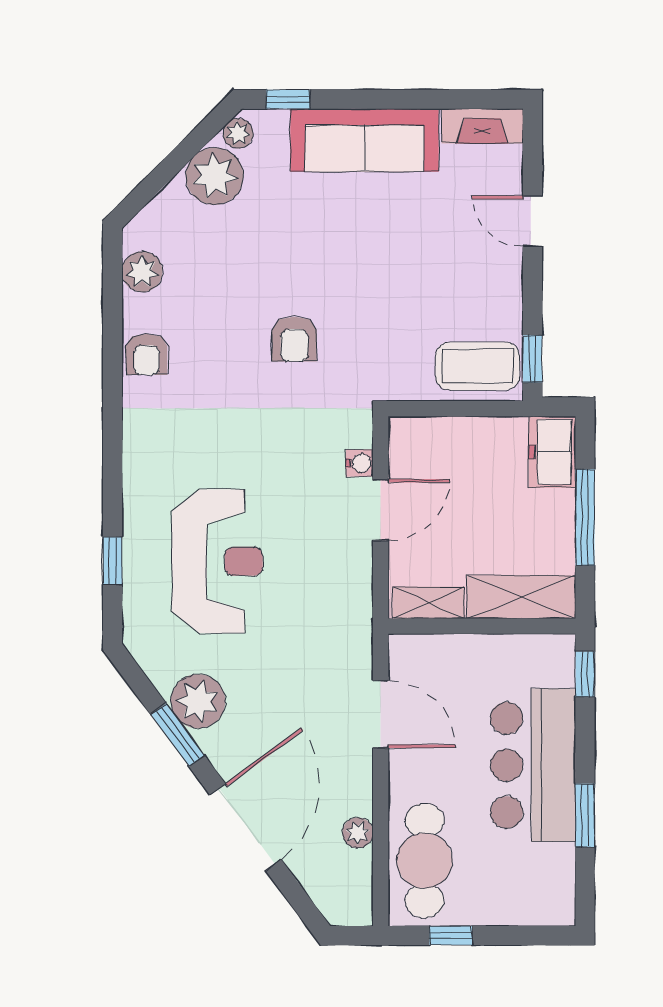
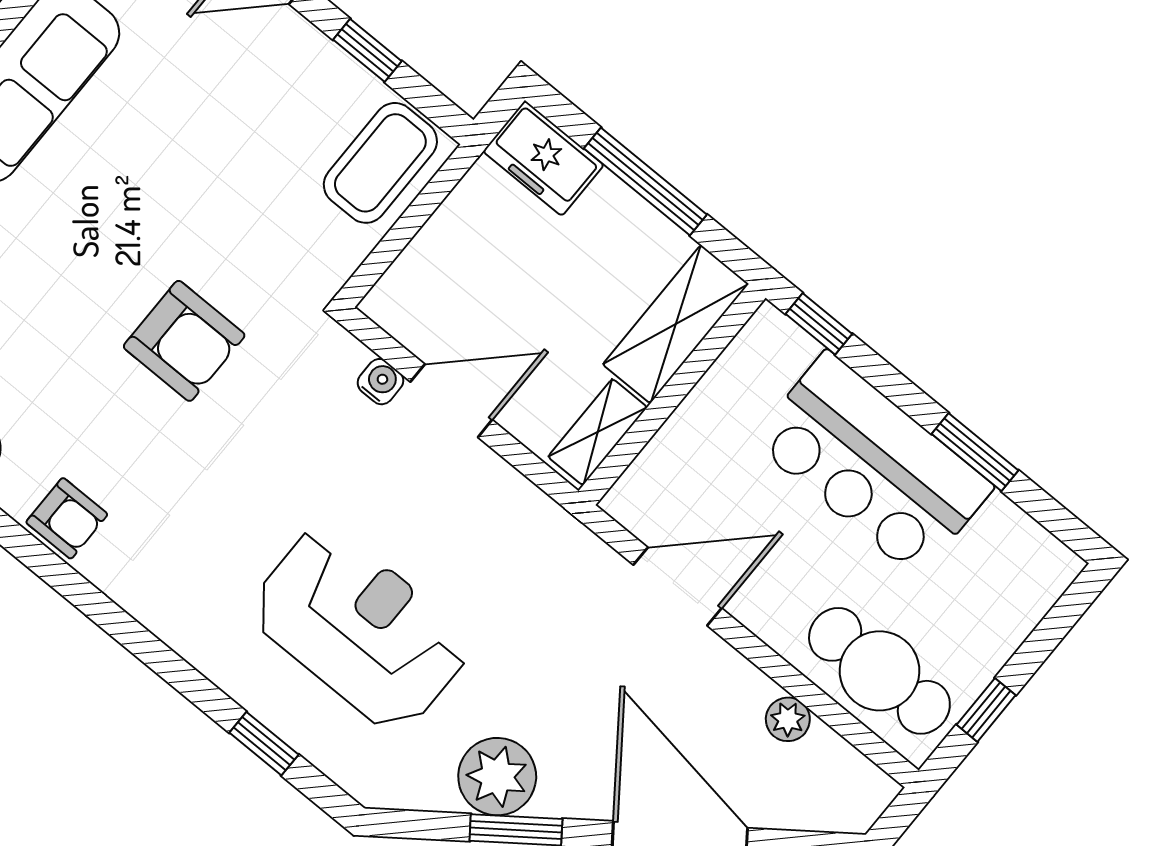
armchair: (294, 339) -> (184, 341), width x1.38, depth x1.38
window: (532, 359) -> (367, 50), moved
door: (381, 510) -> (451, 401), hinge flipped

